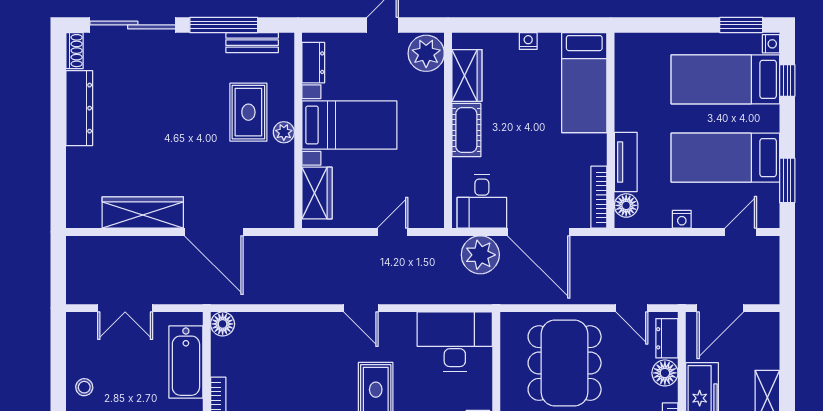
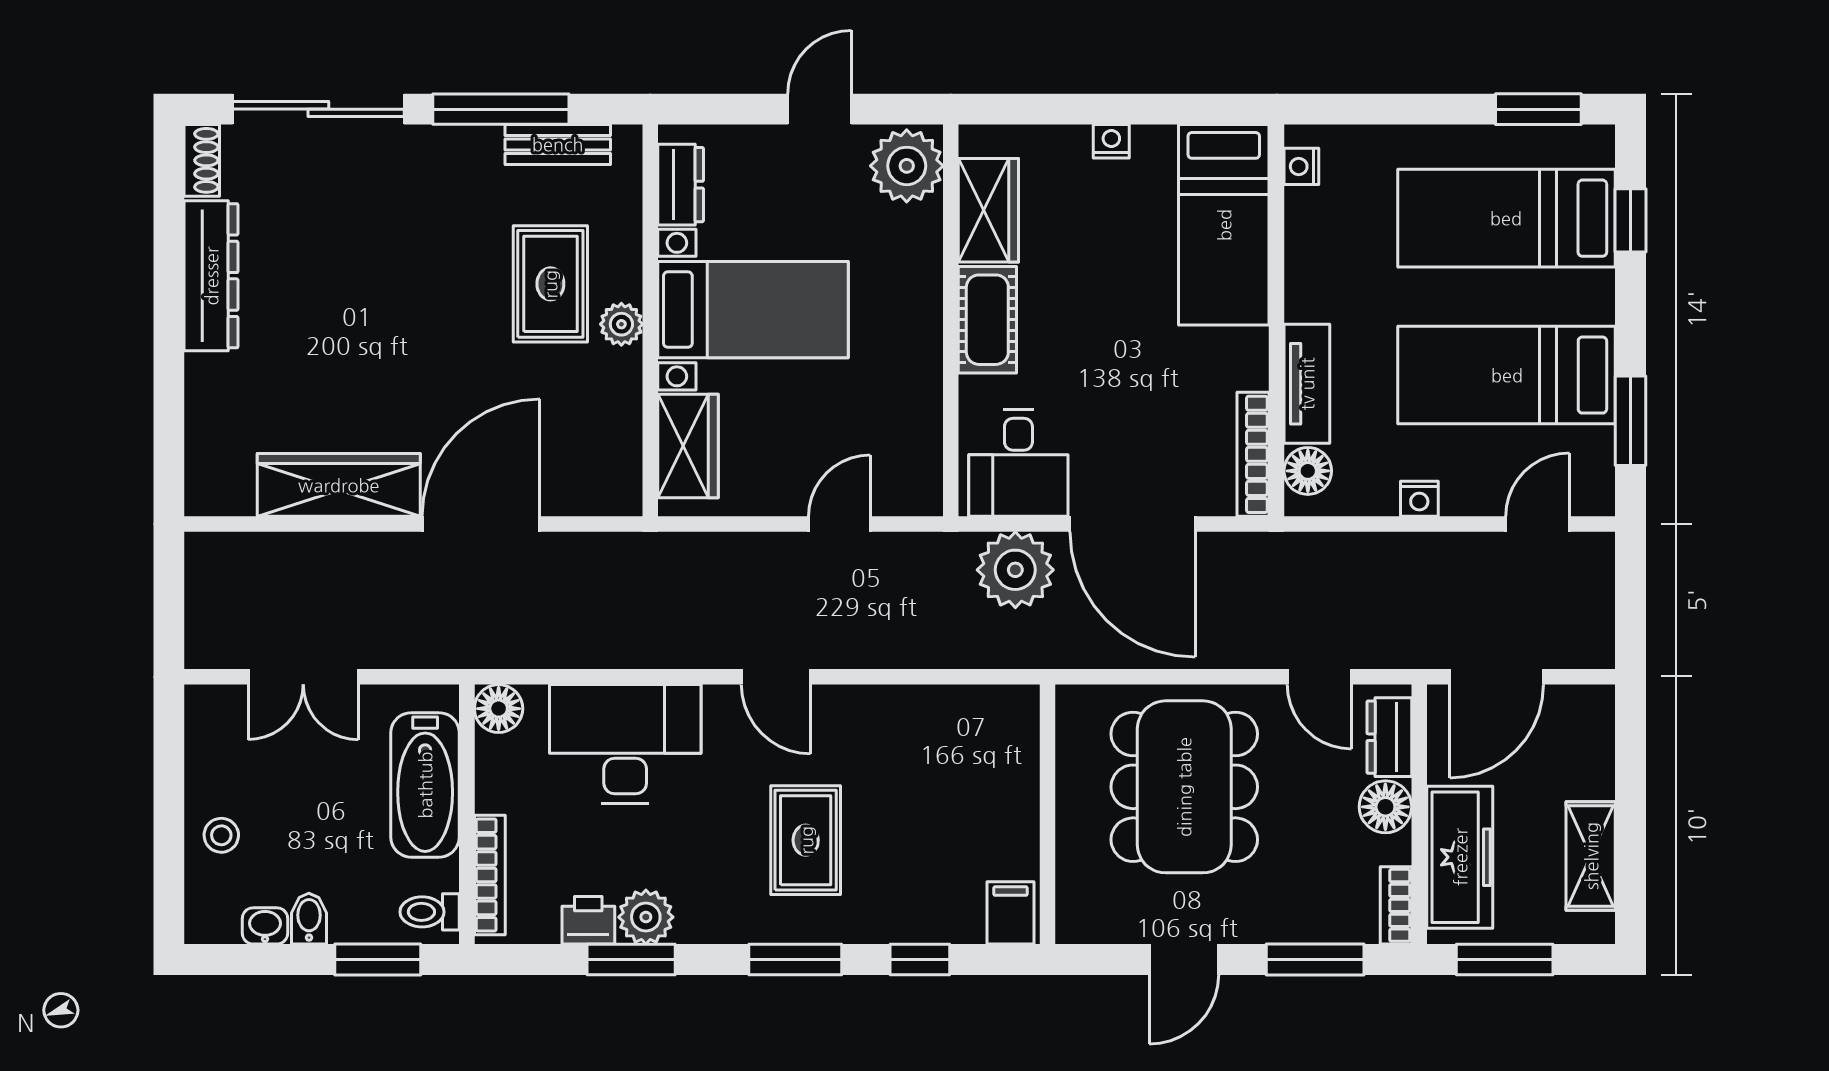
nightstand: (771, 44) -> (1301, 166), moved, turned 180
door: (214, 232) -> (481, 524), swing flipped
desk: (455, 342) -> (625, 744), moved

